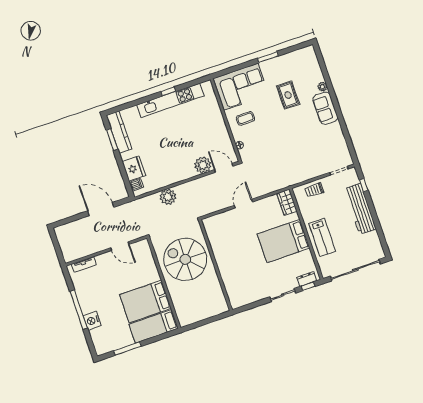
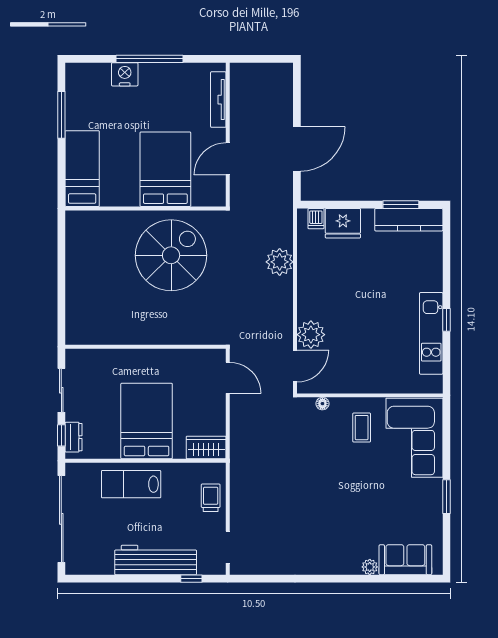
rug: (288, 95) -> (375, 508), removed
kitchen unit: (170, 100) -> (431, 333), width x0.73
sofa: (325, 108) -> (405, 560), moved
tv unit: (84, 265) -> (218, 100), width x1.41
wall: (215, 265) -> (145, 347), moved
bed: (145, 302) -> (165, 169), moved

